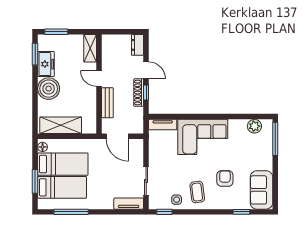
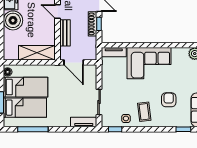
shelving: (61, 125) -> (37, 53), moved

